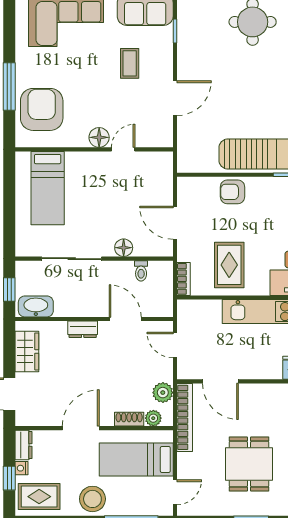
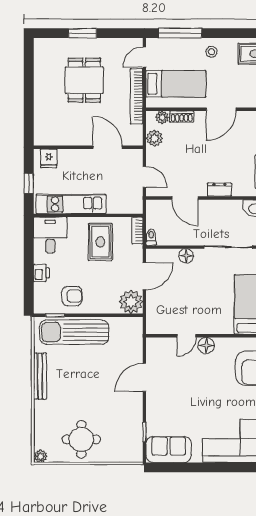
coffee table: (130, 63) -> (181, 406), removed
plant: (191, 191) -> (131, 302), added
armchair: (233, 192) -> (72, 296), moved
door: (175, 223) -> (144, 276), hinge flipped
toilet: (141, 271) -> (151, 237), moved
bookcase: (185, 417) -> (137, 96), moved
stool: (92, 499) -> (211, 52), width x0.53, depth x0.53

